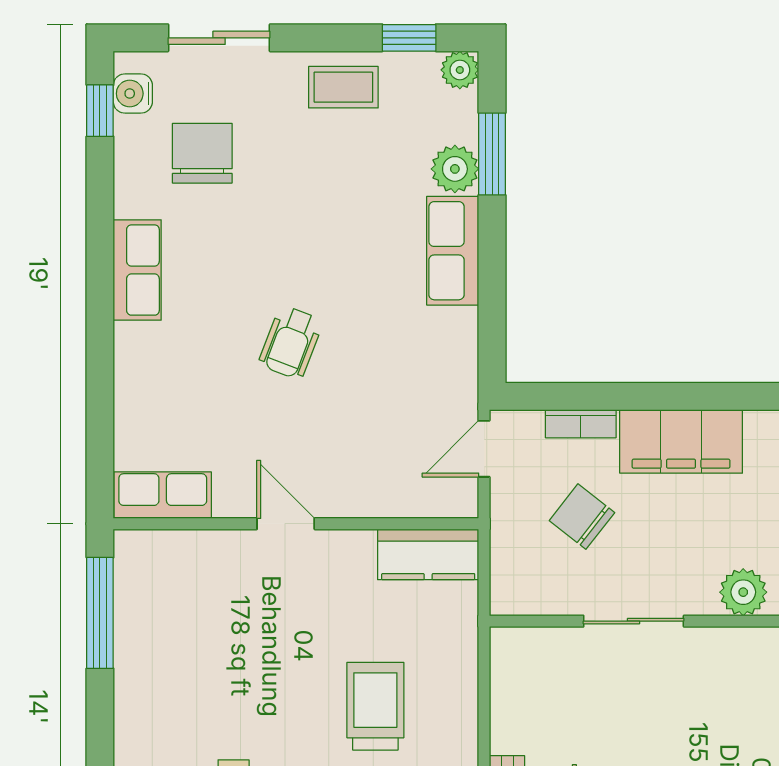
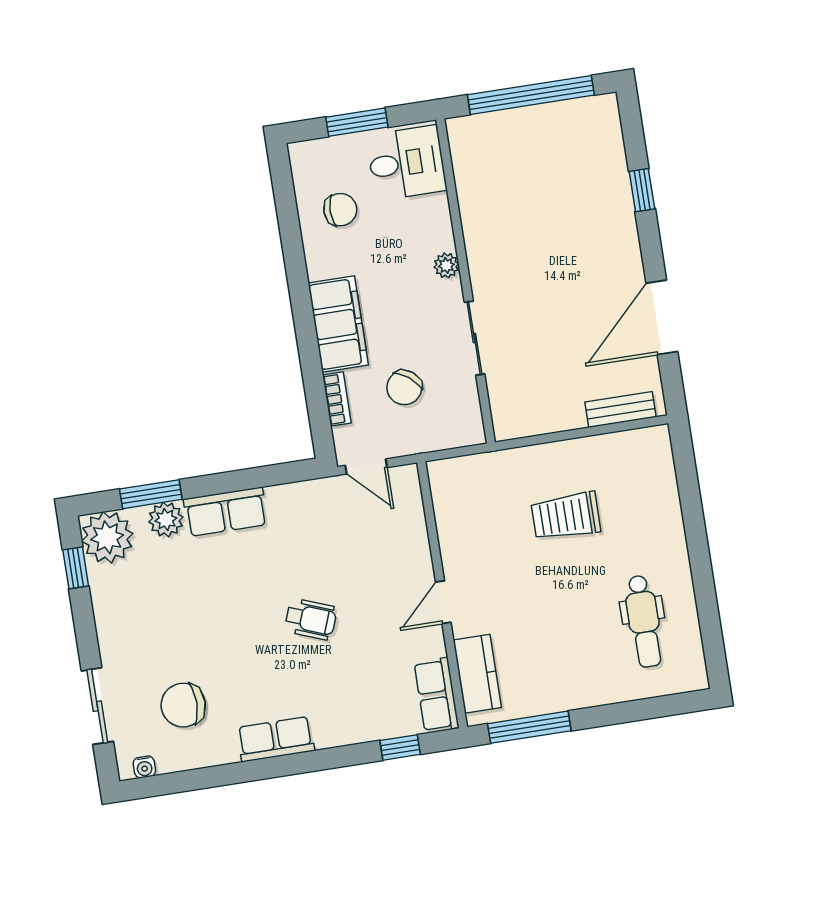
plant: (460, 70) -> (107, 537), width x1.88, depth x1.88
coffee table: (343, 87) -> (119, 610), removed
water cooler: (133, 94) -> (144, 767), width x0.72, depth x0.72
window: (100, 111) -> (400, 747), moved
kitchen counter: (428, 554) -> (477, 674), moved
plant: (743, 592) -> (446, 265), width x0.73, depth x0.73

